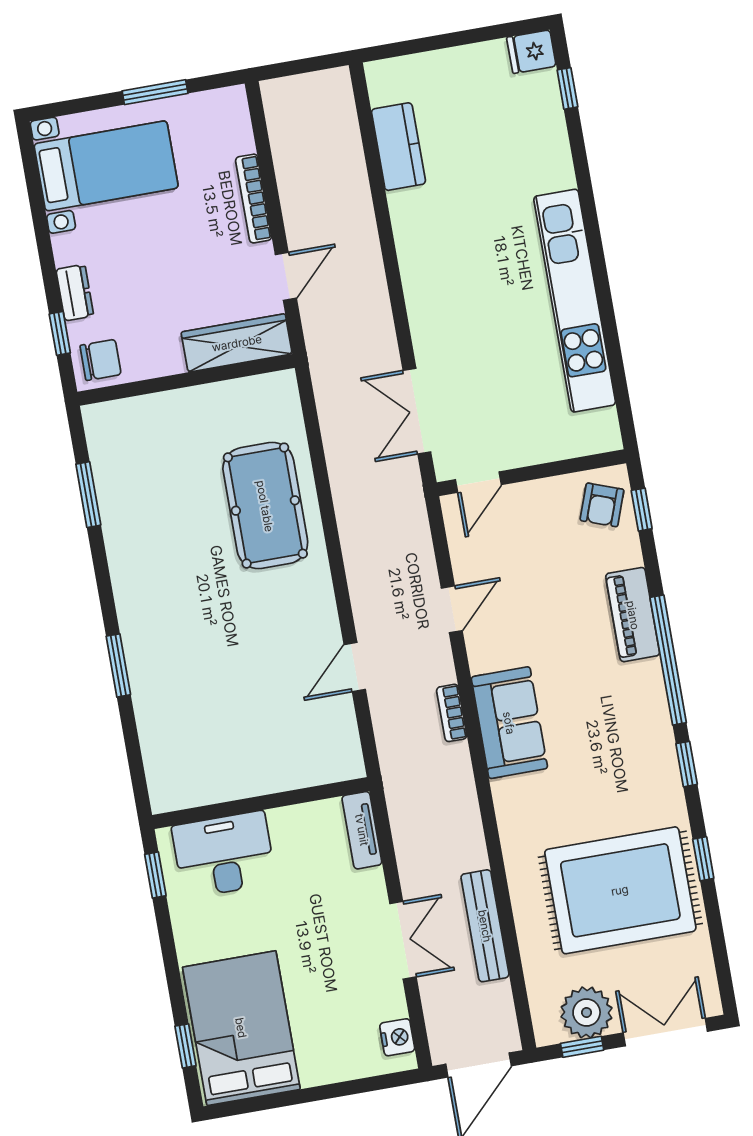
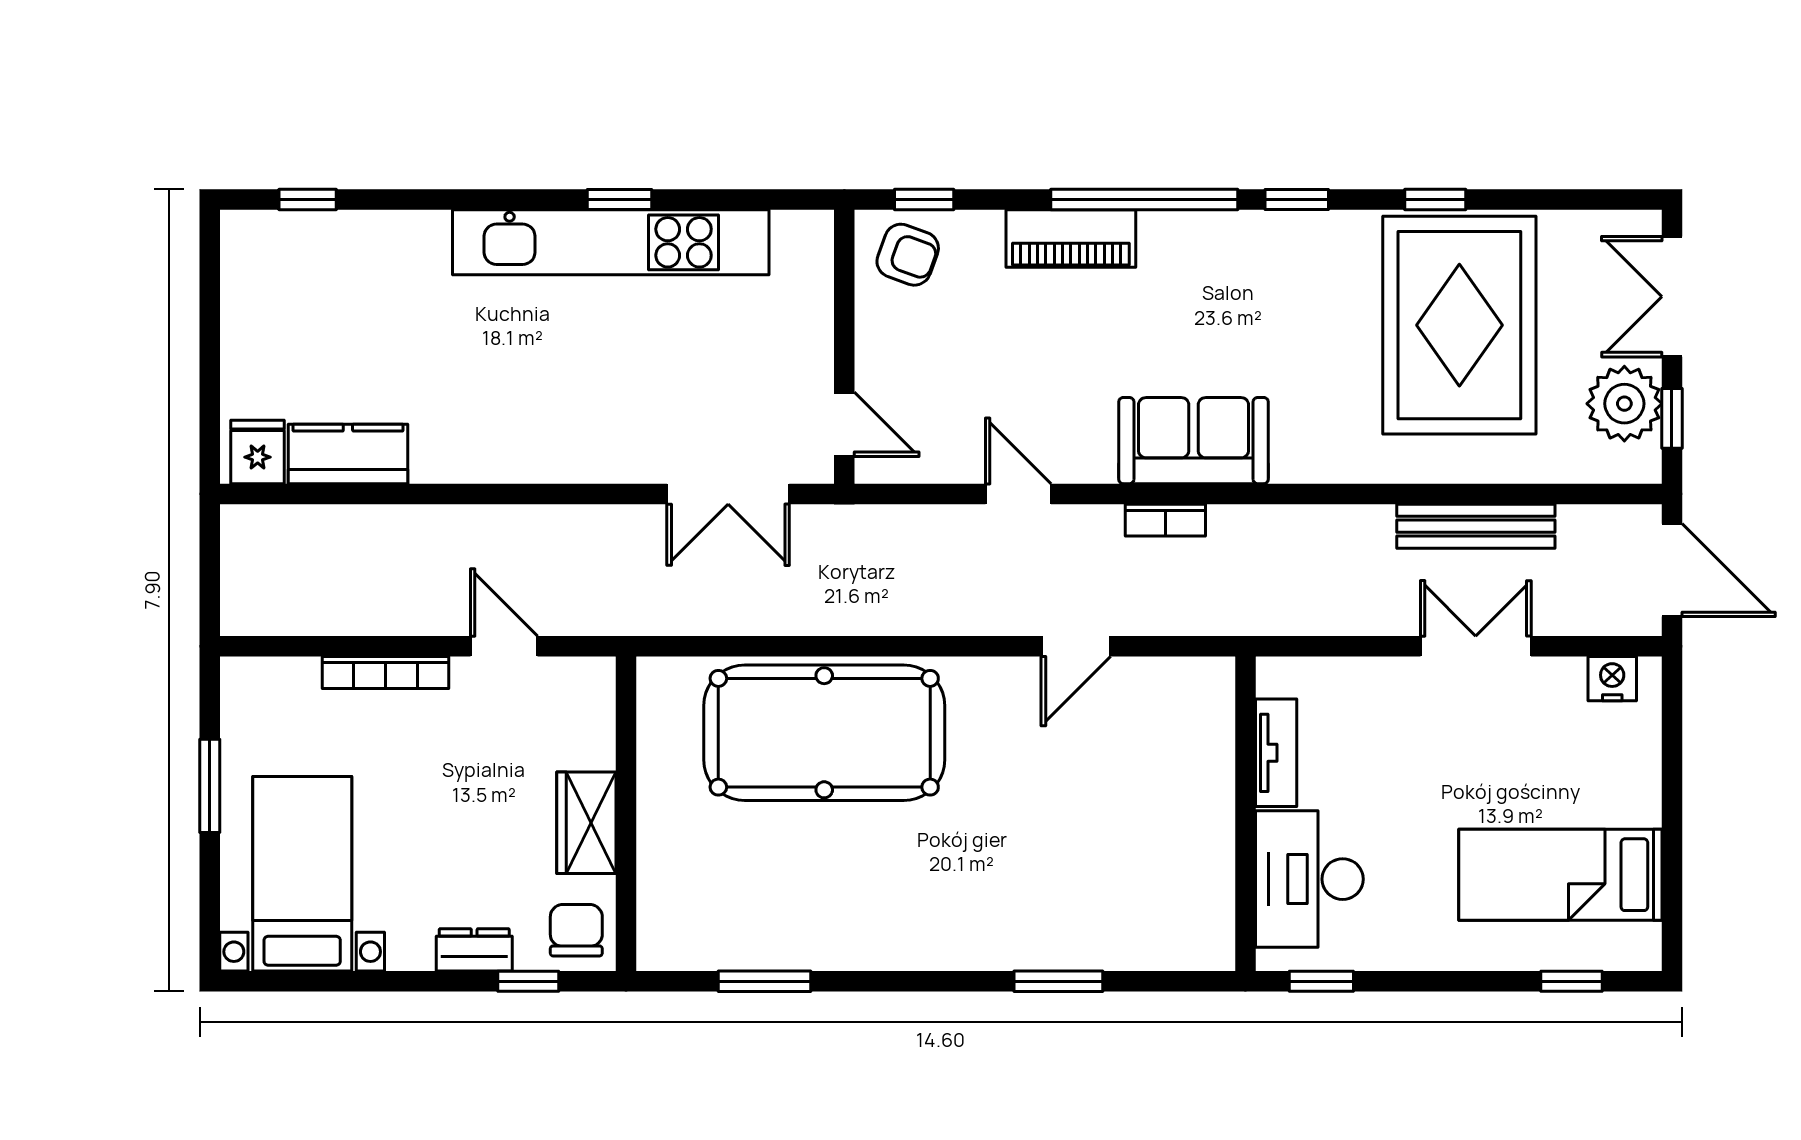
fridge: (531, 52) -> (258, 452), moved, turned 180
window: (605, 301) -> (620, 199), added
wardrobe: (237, 343) -> (586, 823), moved, width x0.67
pool table: (265, 506) -> (824, 733), width x1.36, depth x1.32
window: (118, 665) -> (1058, 981), moved
door: (355, 667) -> (1076, 646), hinge flipped
tv unit: (362, 830) -> (1276, 753), moved, turned -90
bed: (241, 1028) -> (1560, 875), width x0.67

